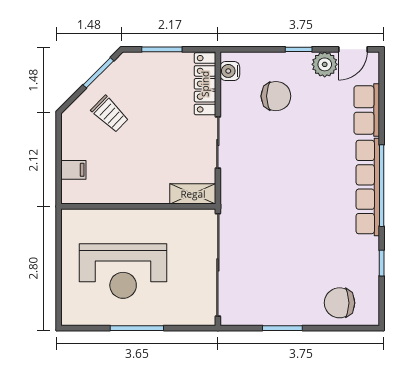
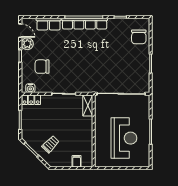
locker: (205, 84) -> (31, 100), width x0.66
chair: (276, 96) -> (42, 67), turned -90

